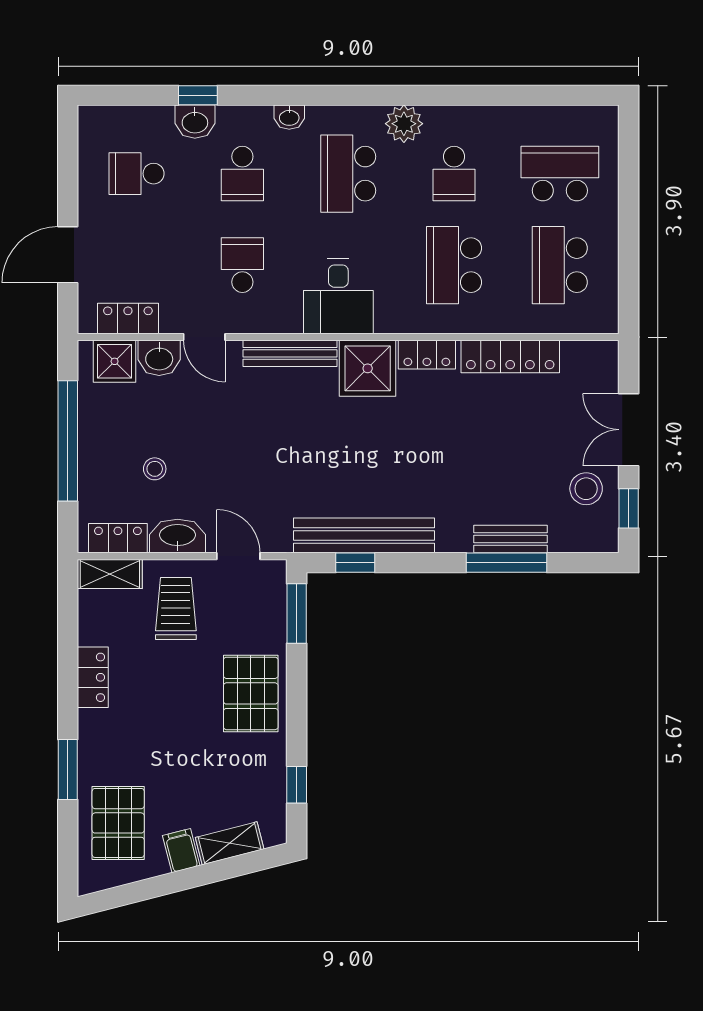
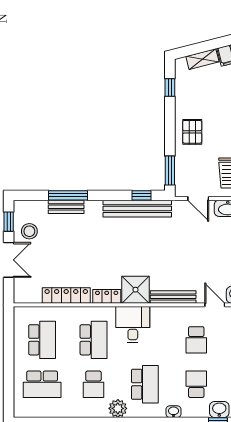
school desk: (454, 174) -> (93, 384), turned 180
desk: (338, 296) -> (133, 325), moved
pallet: (251, 693) -> (192, 132), width x0.67, depth x0.71

